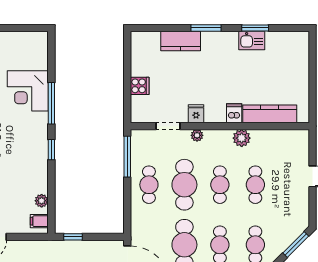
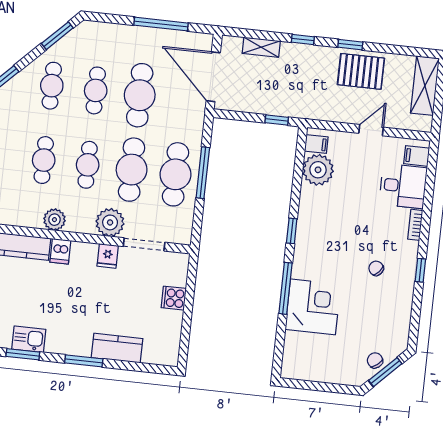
doorway: (168, 126) -> (144, 244), width x1.38
plant: (197, 135) -> (110, 222), width x1.88, depth x1.88
window: (127, 157) -> (203, 173), moved
cafe table: (149, 185) -> (176, 174), width x1.37, depth x1.35
plant: (42, 201) -> (318, 170), width x1.87, depth x1.87

